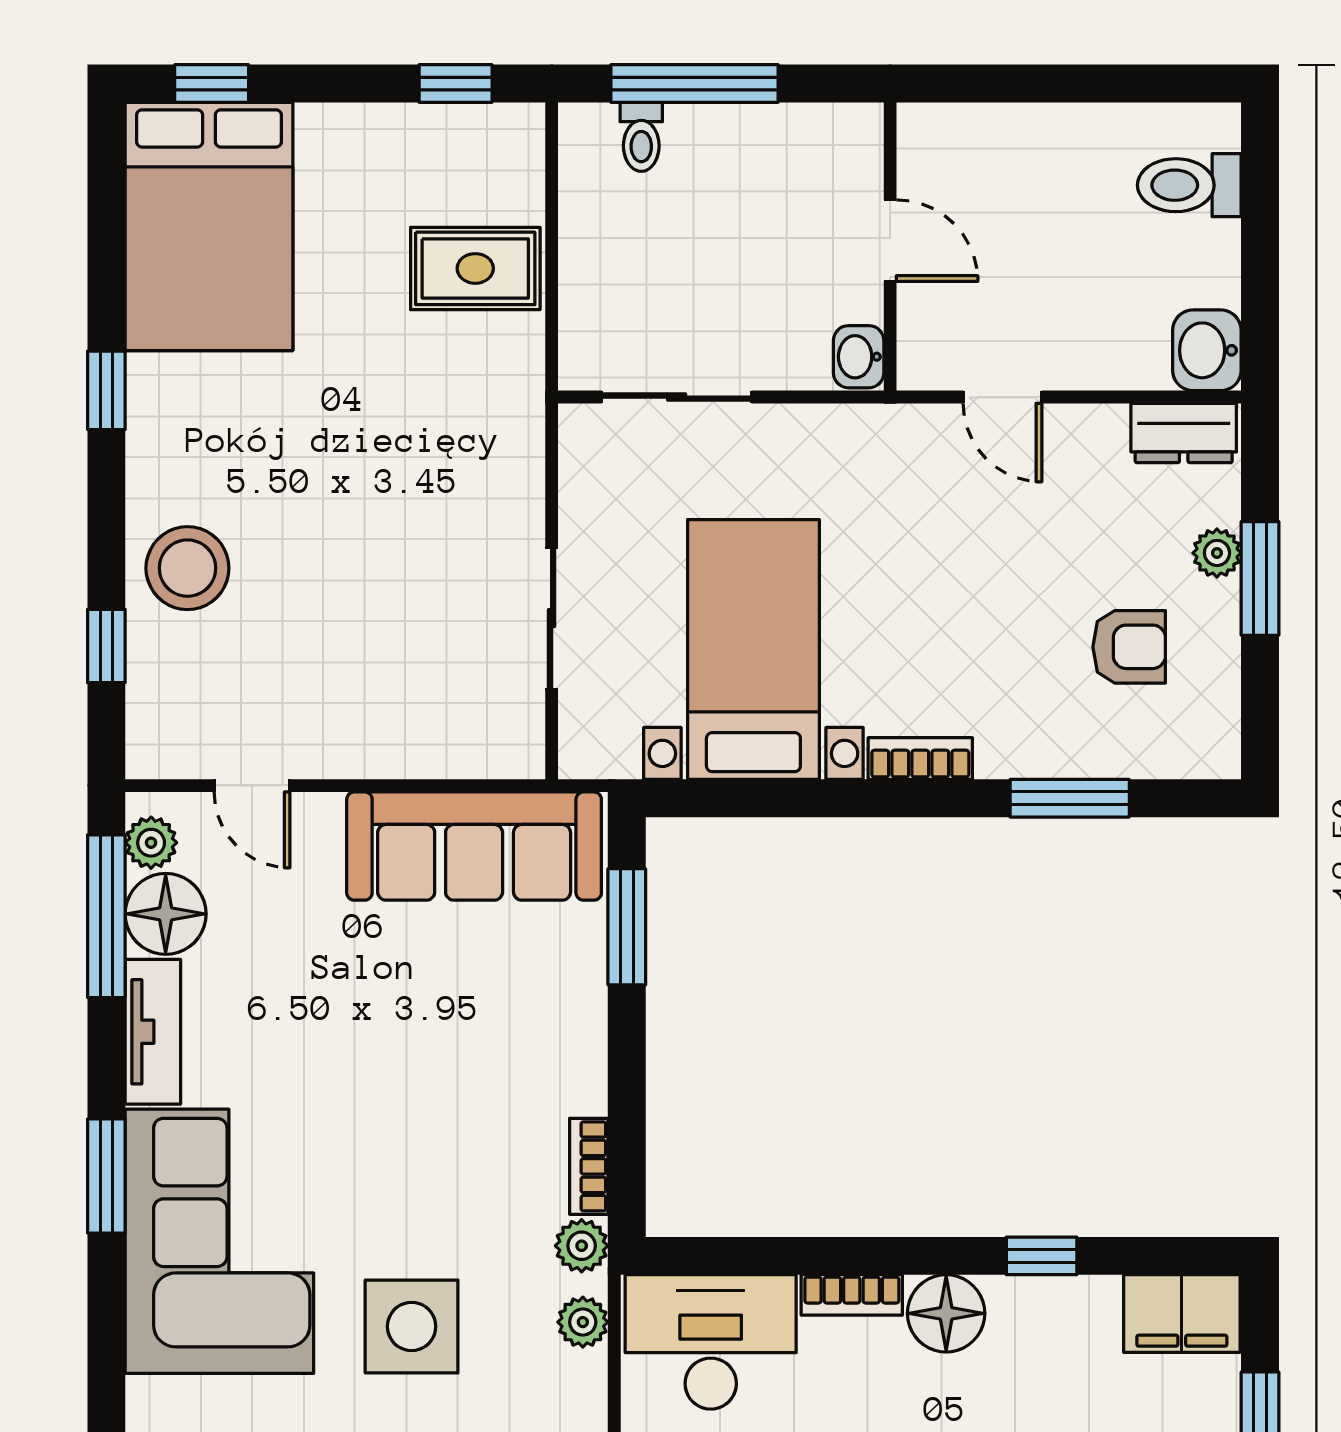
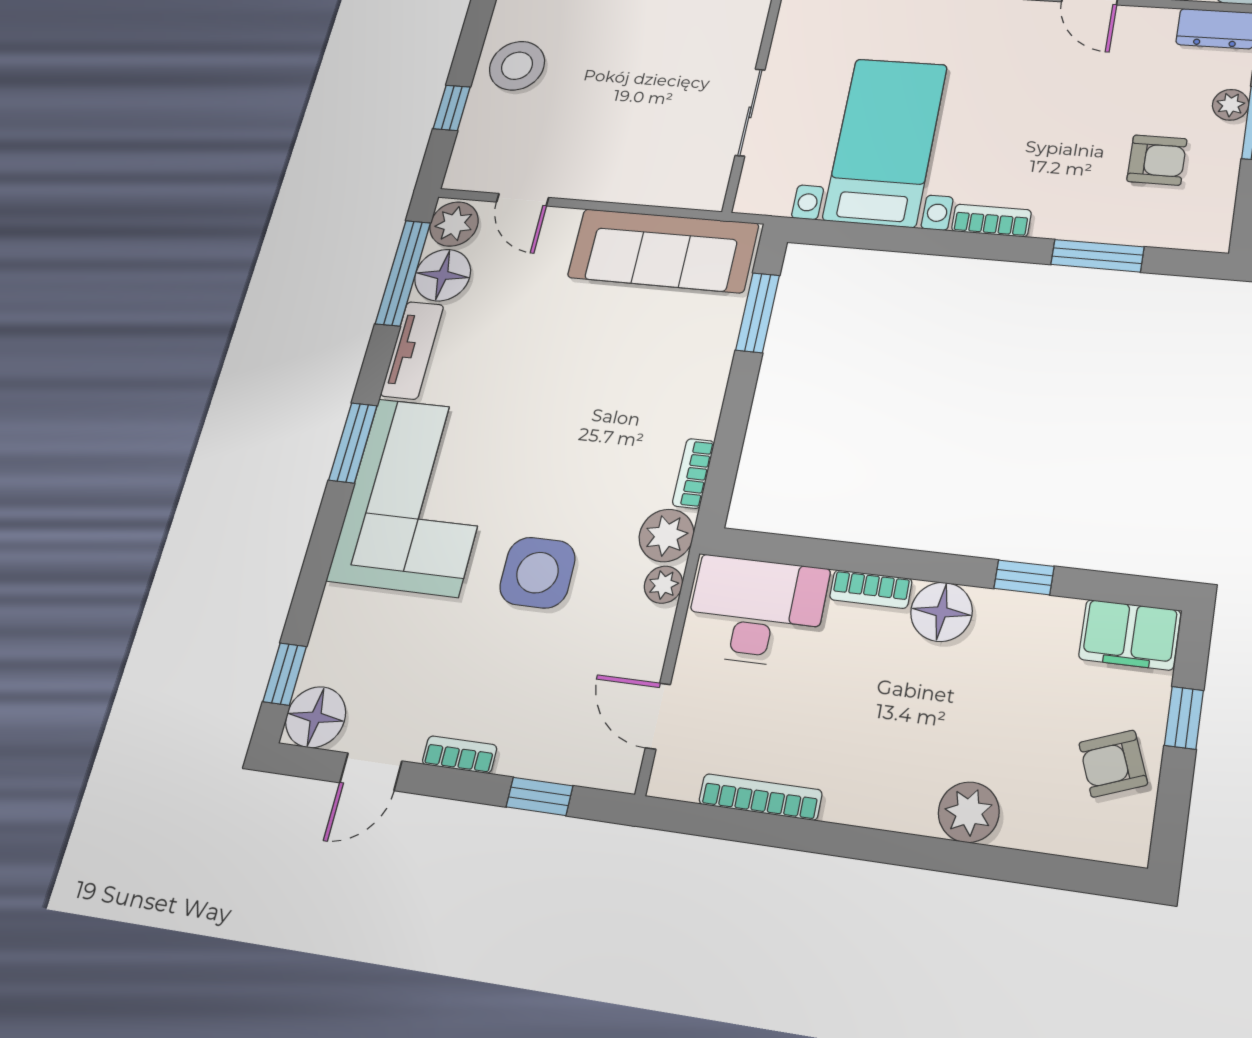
plant: (151, 843) -> (454, 224), width x1.38, depth x1.38
plant: (582, 1246) -> (666, 535), width x1.38, depth x1.38

